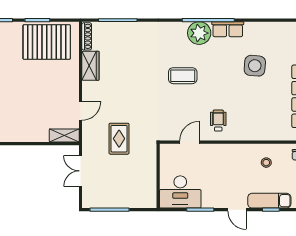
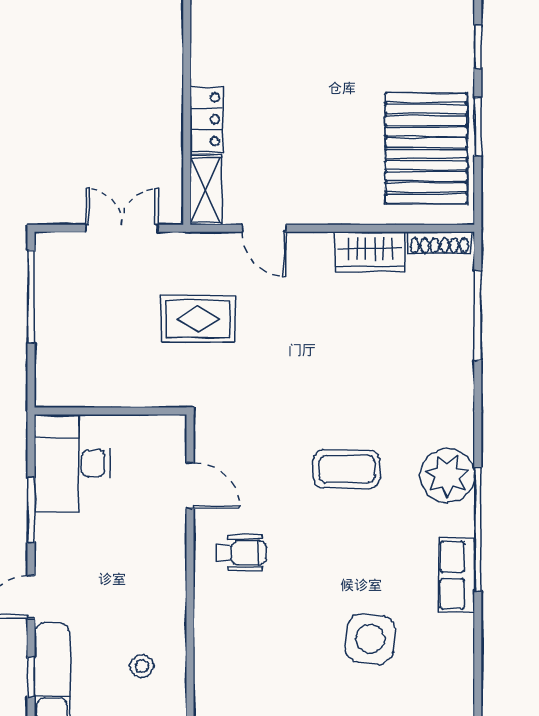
plant: (199, 33) -> (447, 476), moved
coffee table: (183, 76) -> (347, 469), turned 90
locker: (34, 135) -> (207, 119), added

